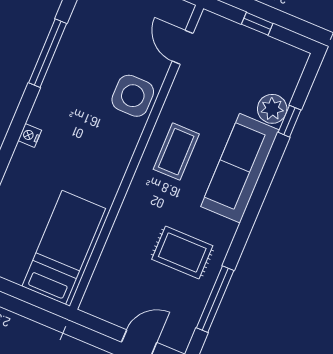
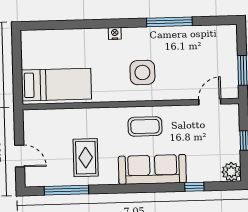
side table: (133, 96) -> (142, 72), moved
plant: (272, 109) -> (231, 172), moved

